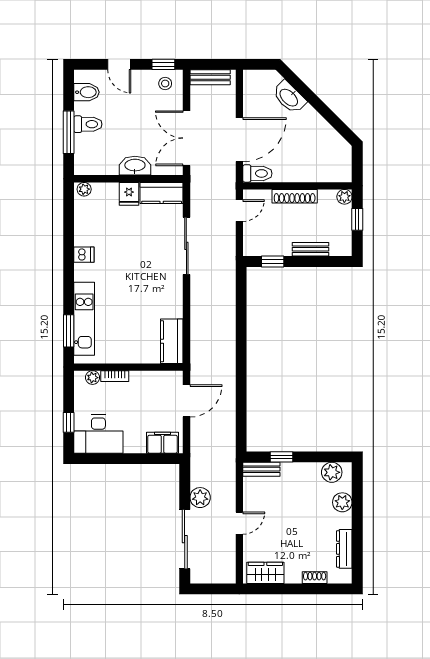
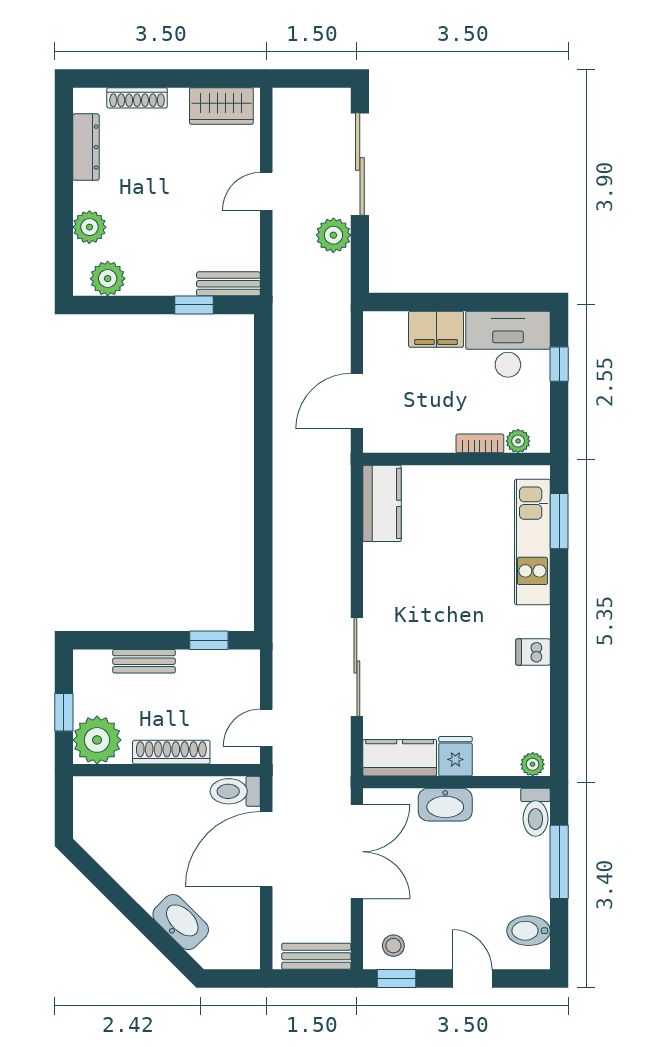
toilet: (88, 124) -> (535, 812), moved, turned -90
plant: (344, 197) -> (97, 740), width x1.88, depth x1.88
filing cabinet: (162, 443) -> (436, 329), moved
shoe rack: (315, 578) -> (137, 98), width x1.43

